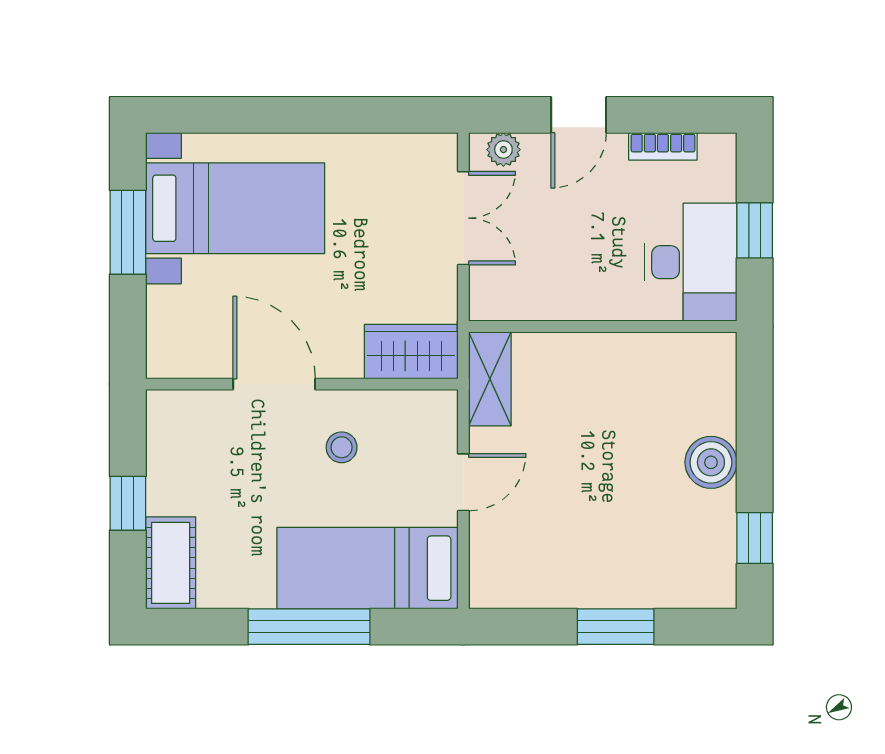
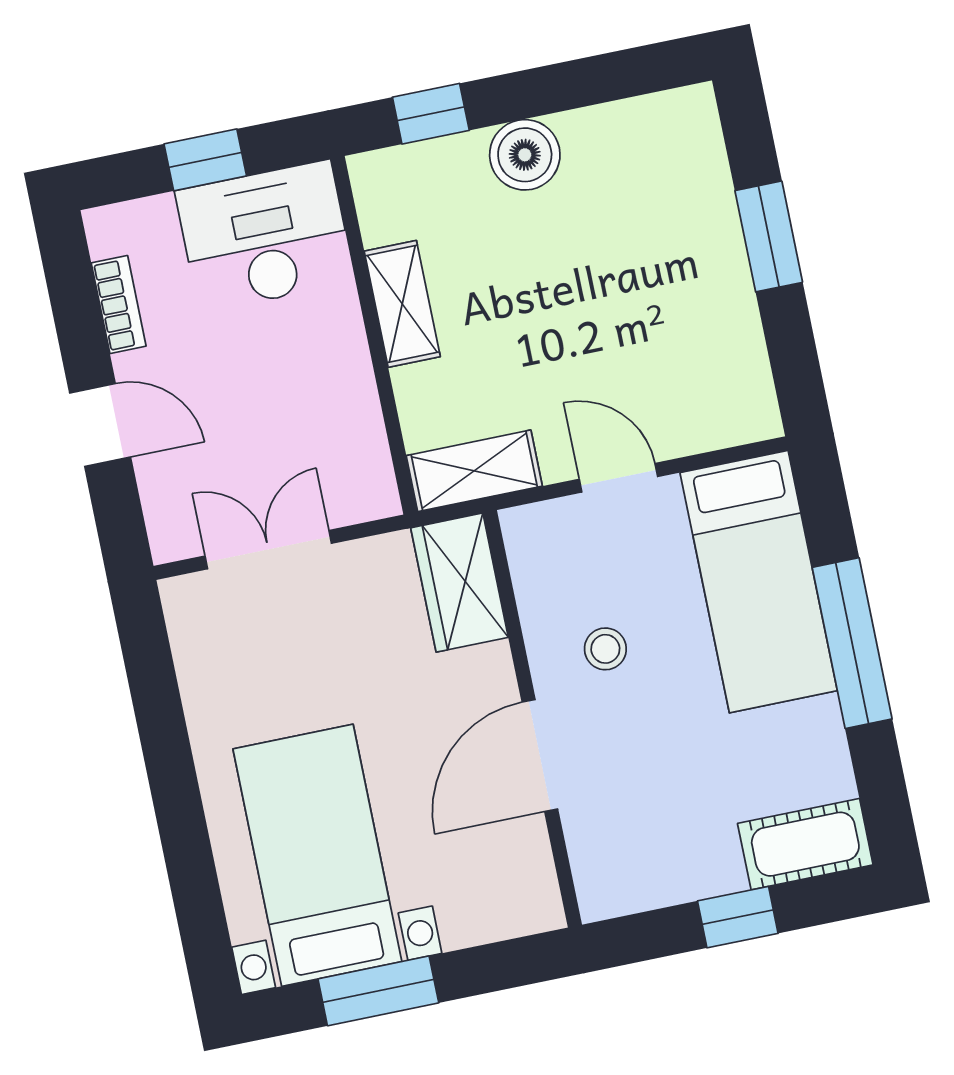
plant: (503, 150) -> (166, 515), removed
shelving: (621, 352) -> (402, 304), added
window: (755, 538) -> (431, 114), moved

